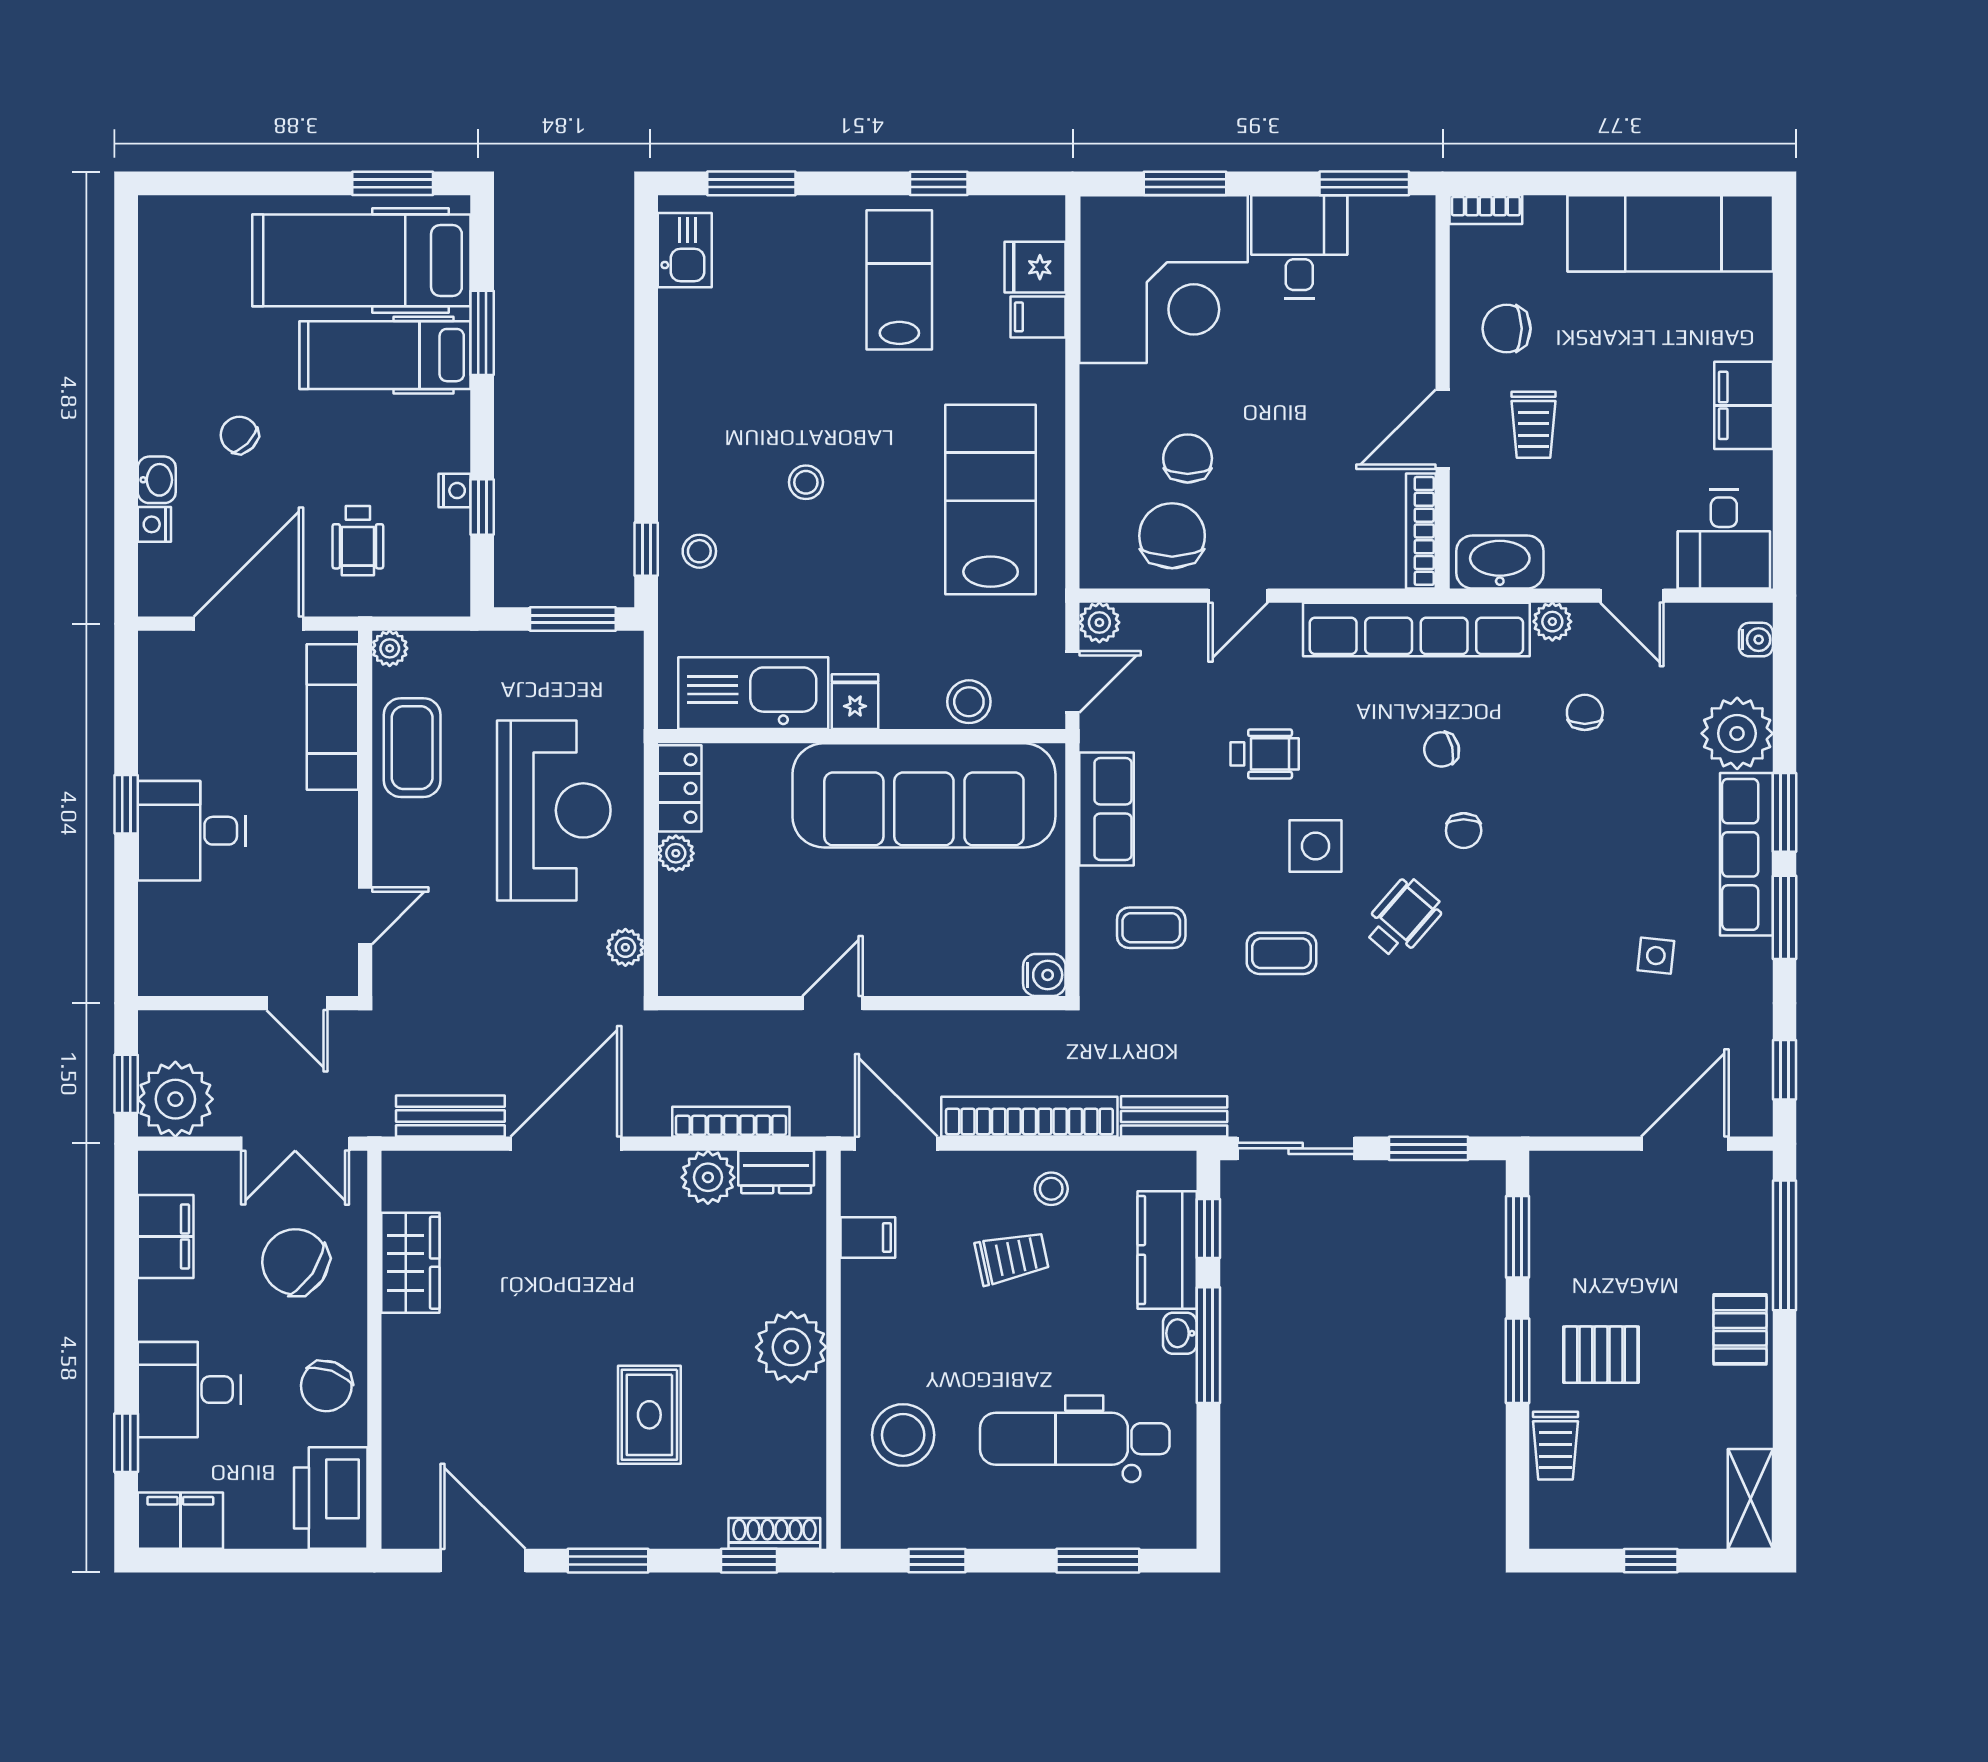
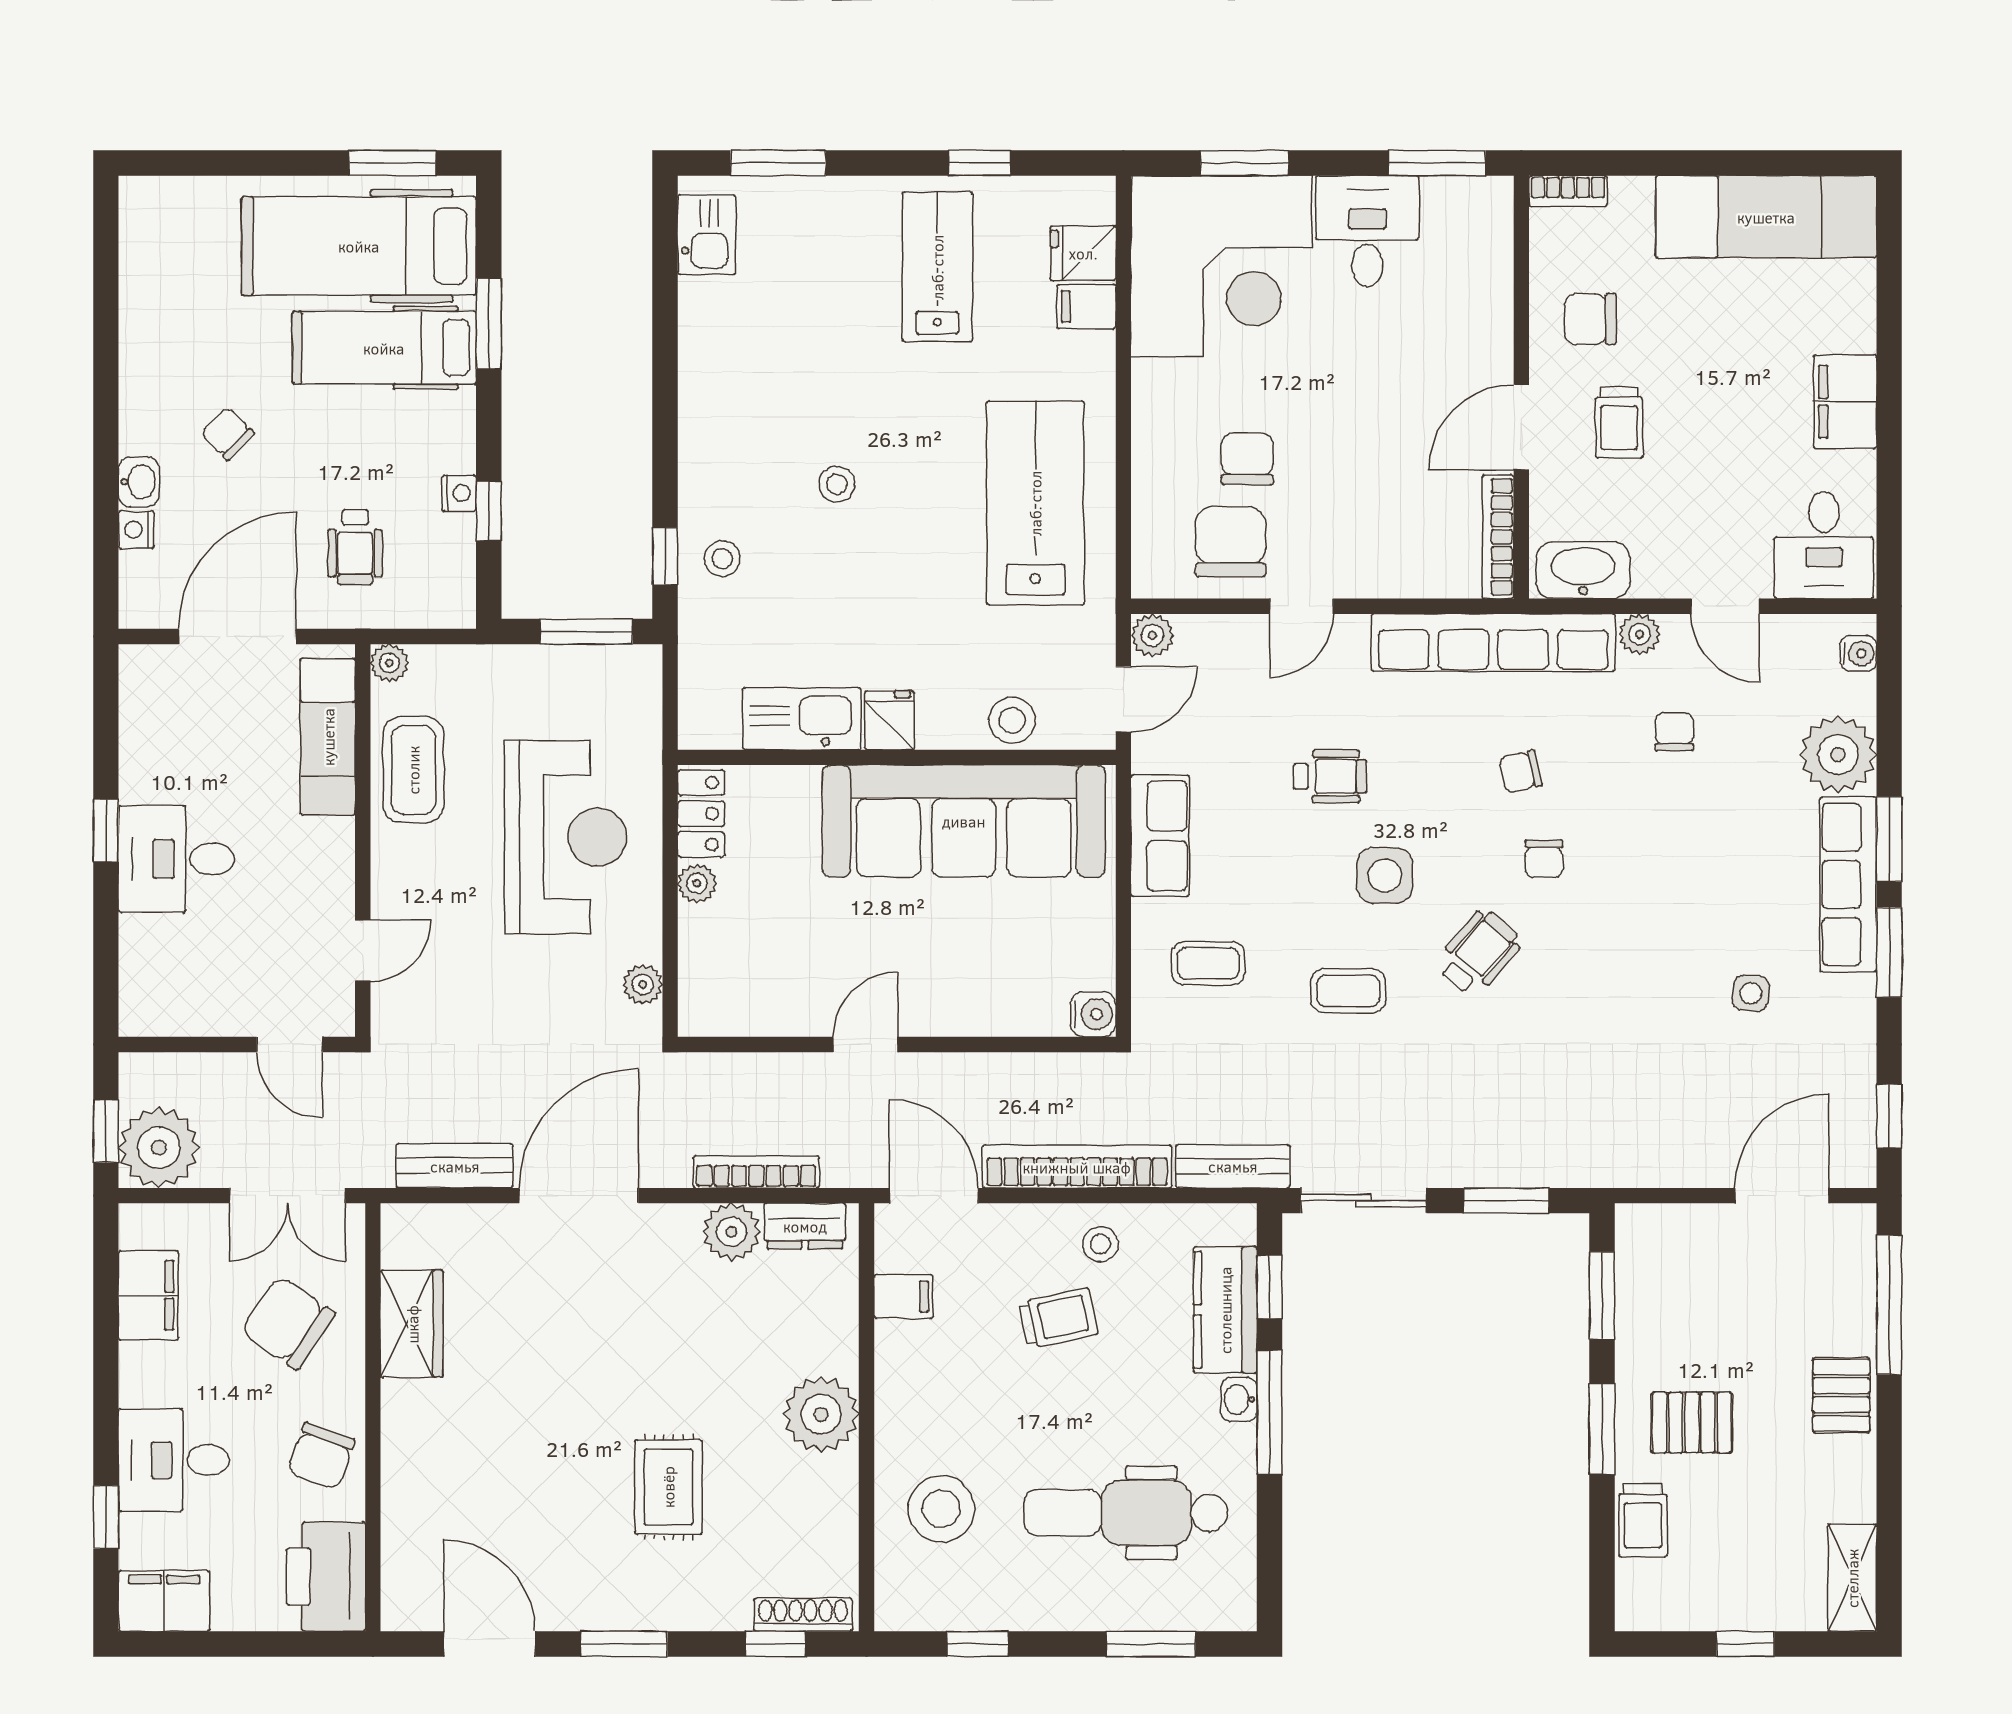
kitchen sink: (753, 693) -> (802, 719), width x0.73, depth x0.81

